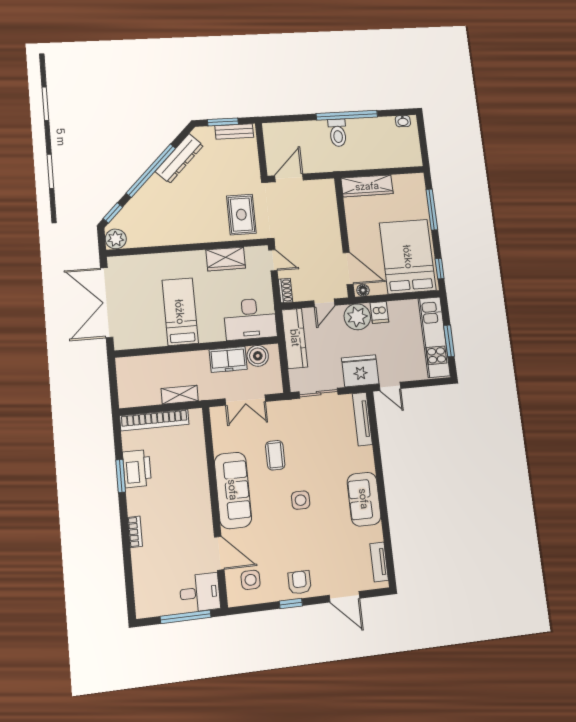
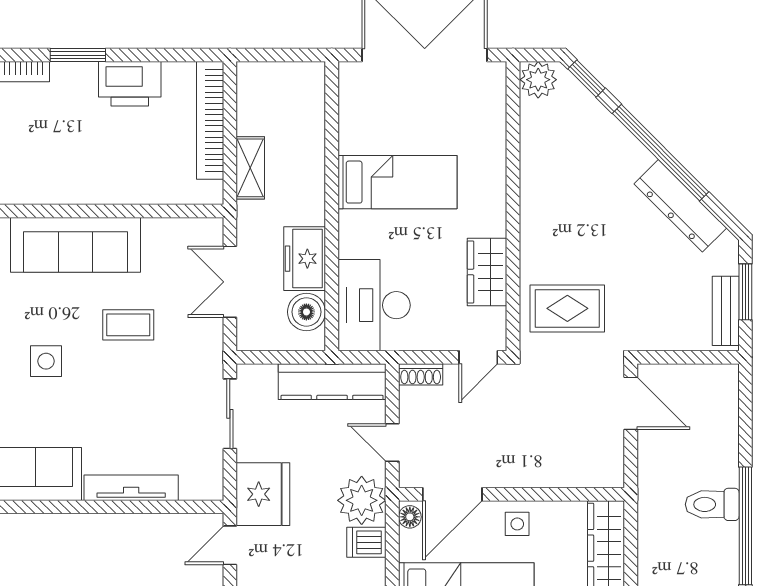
side table: (360, 233) -> (517, 524), added
tv unit: (362, 419) -> (131, 488), moved
window: (121, 476) -> (78, 55), moved

